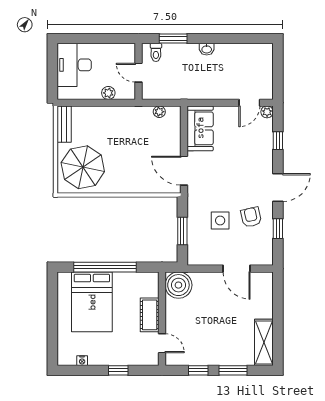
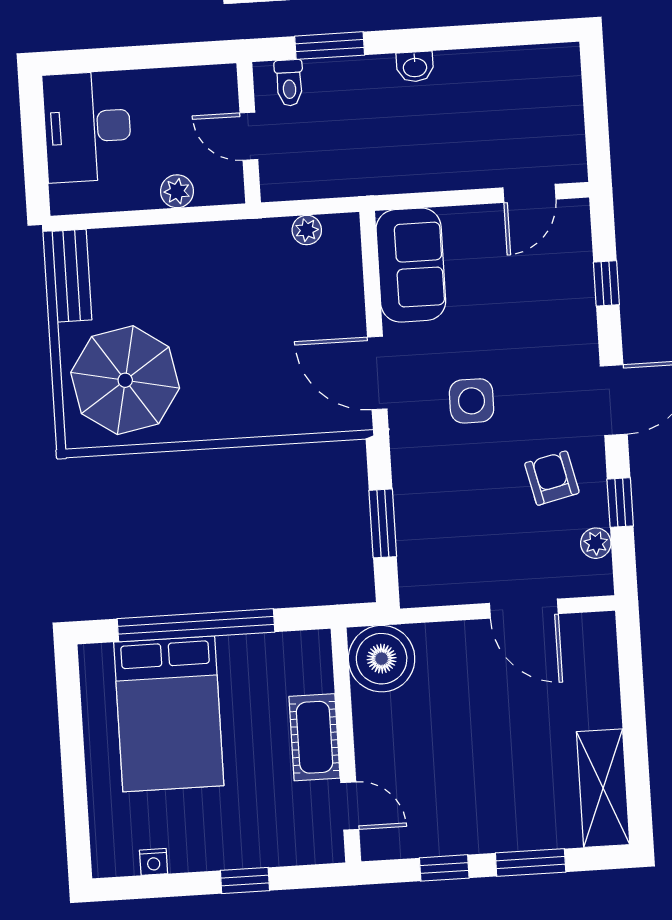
plant: (267, 112) -> (596, 543), moved
side table: (220, 220) -> (472, 401), moved

